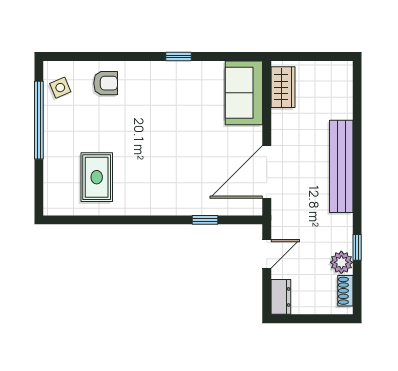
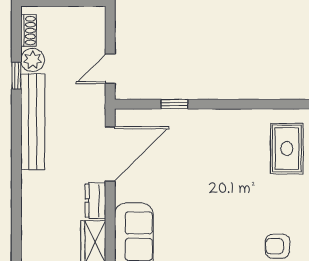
bench: (341, 166) -> (33, 122), moved
dresser: (281, 297) -> (95, 201), moved

